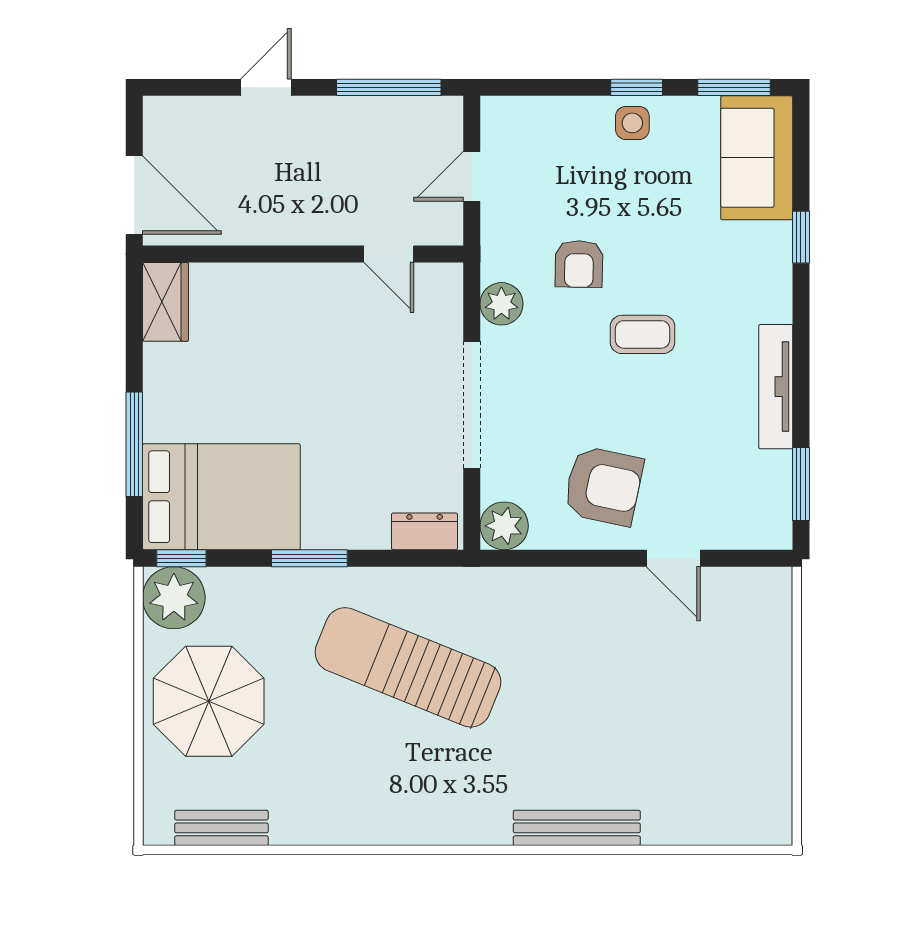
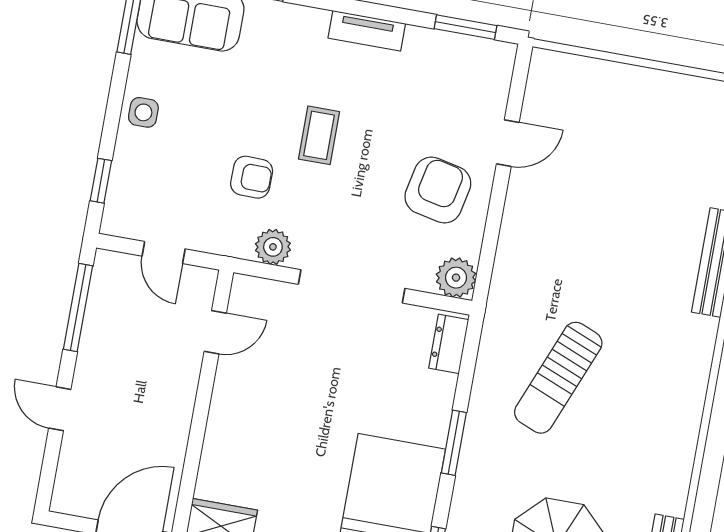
window: (637, 87) -> (101, 181), moved
tv unit: (776, 387) -> (367, 31), width x0.71
sun lounger: (408, 667) -> (558, 378), width x0.73, depth x0.75

